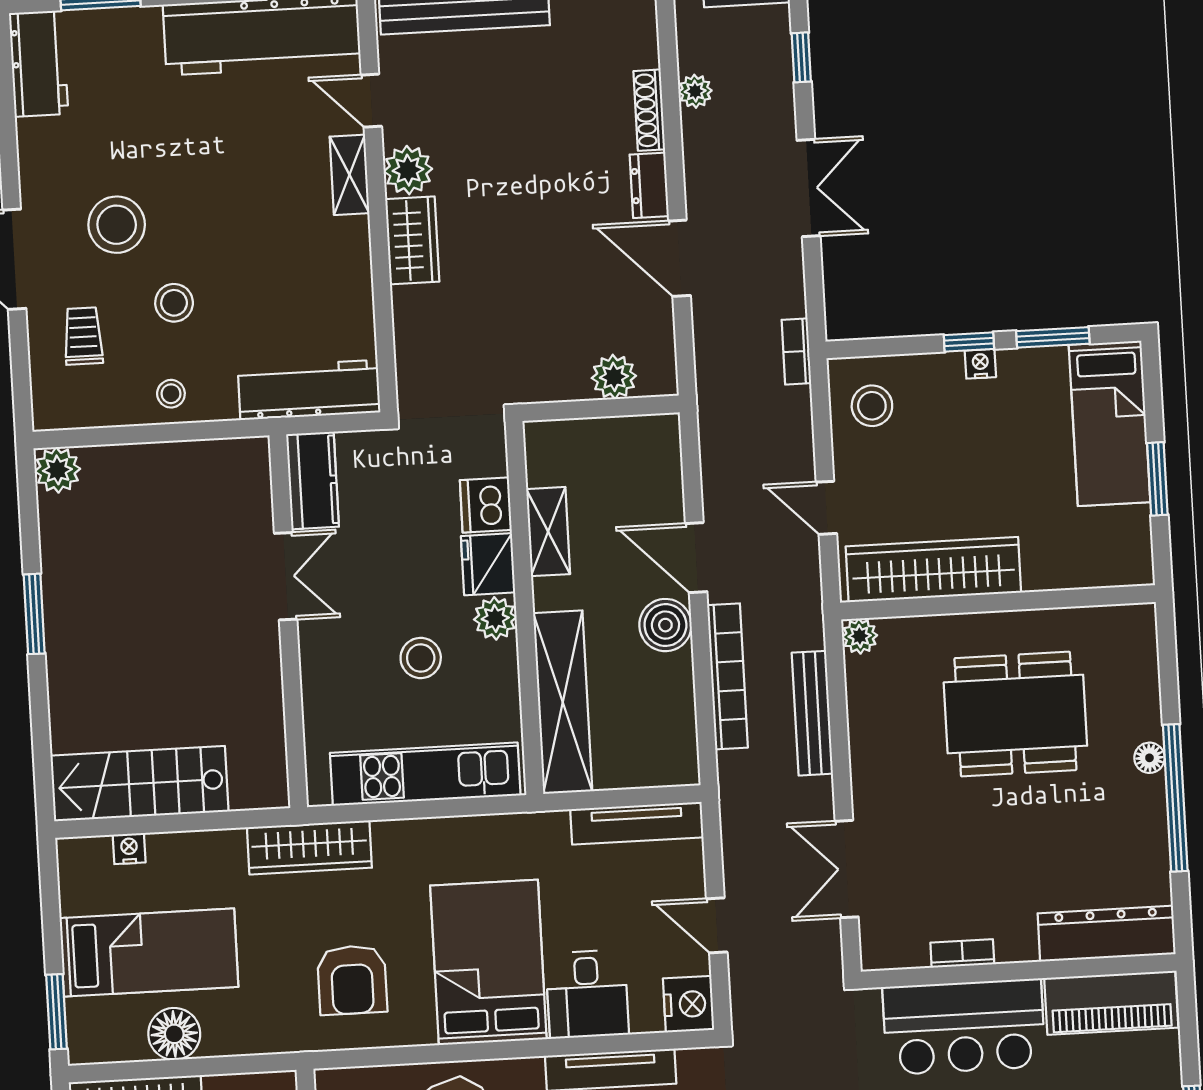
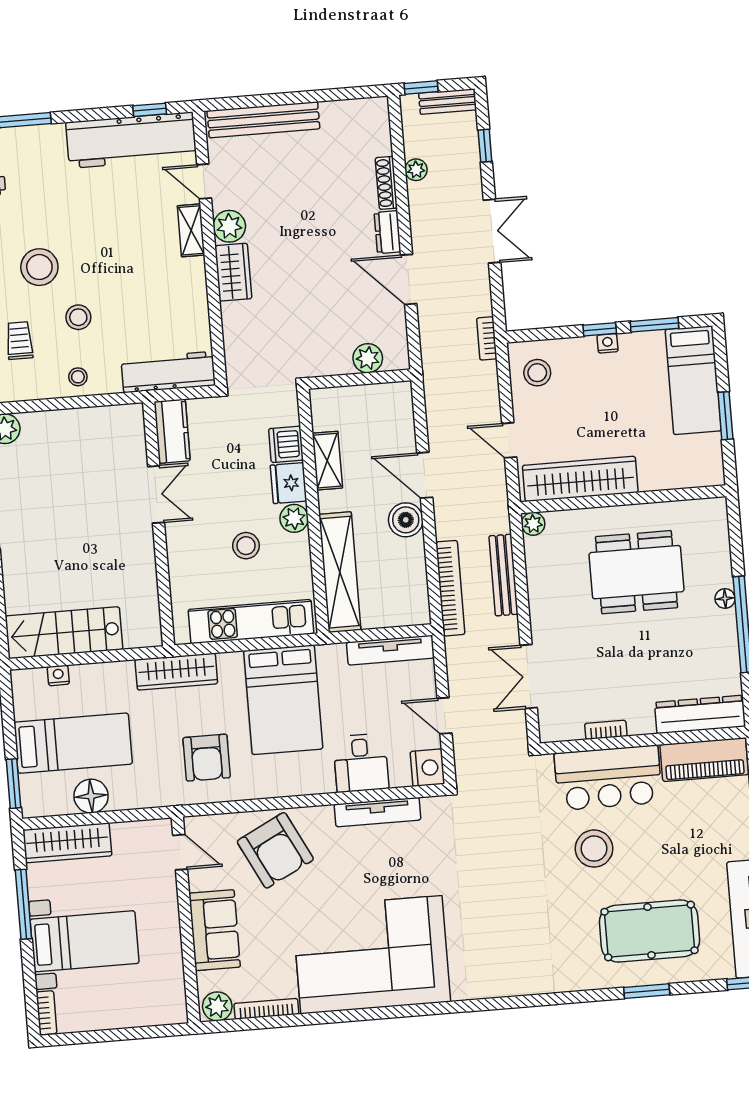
bookcase: (728, 676) -> (450, 588), moved
bed: (488, 962) -> (283, 700), moved, turned 180

